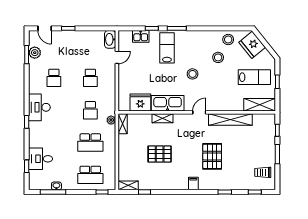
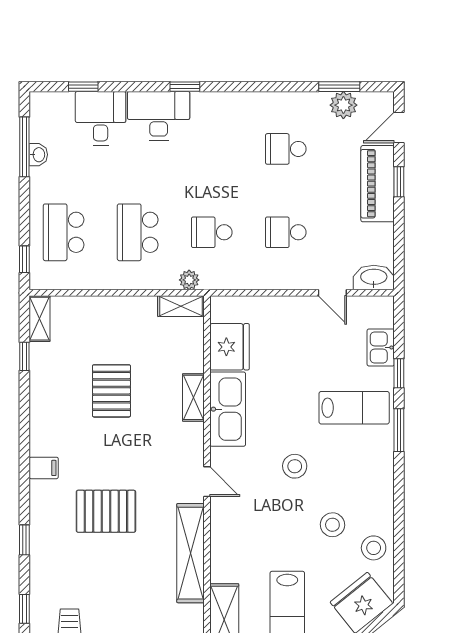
piano: (69, 38) -> (378, 184), added
desk: (39, 107) -> (159, 116), moved

